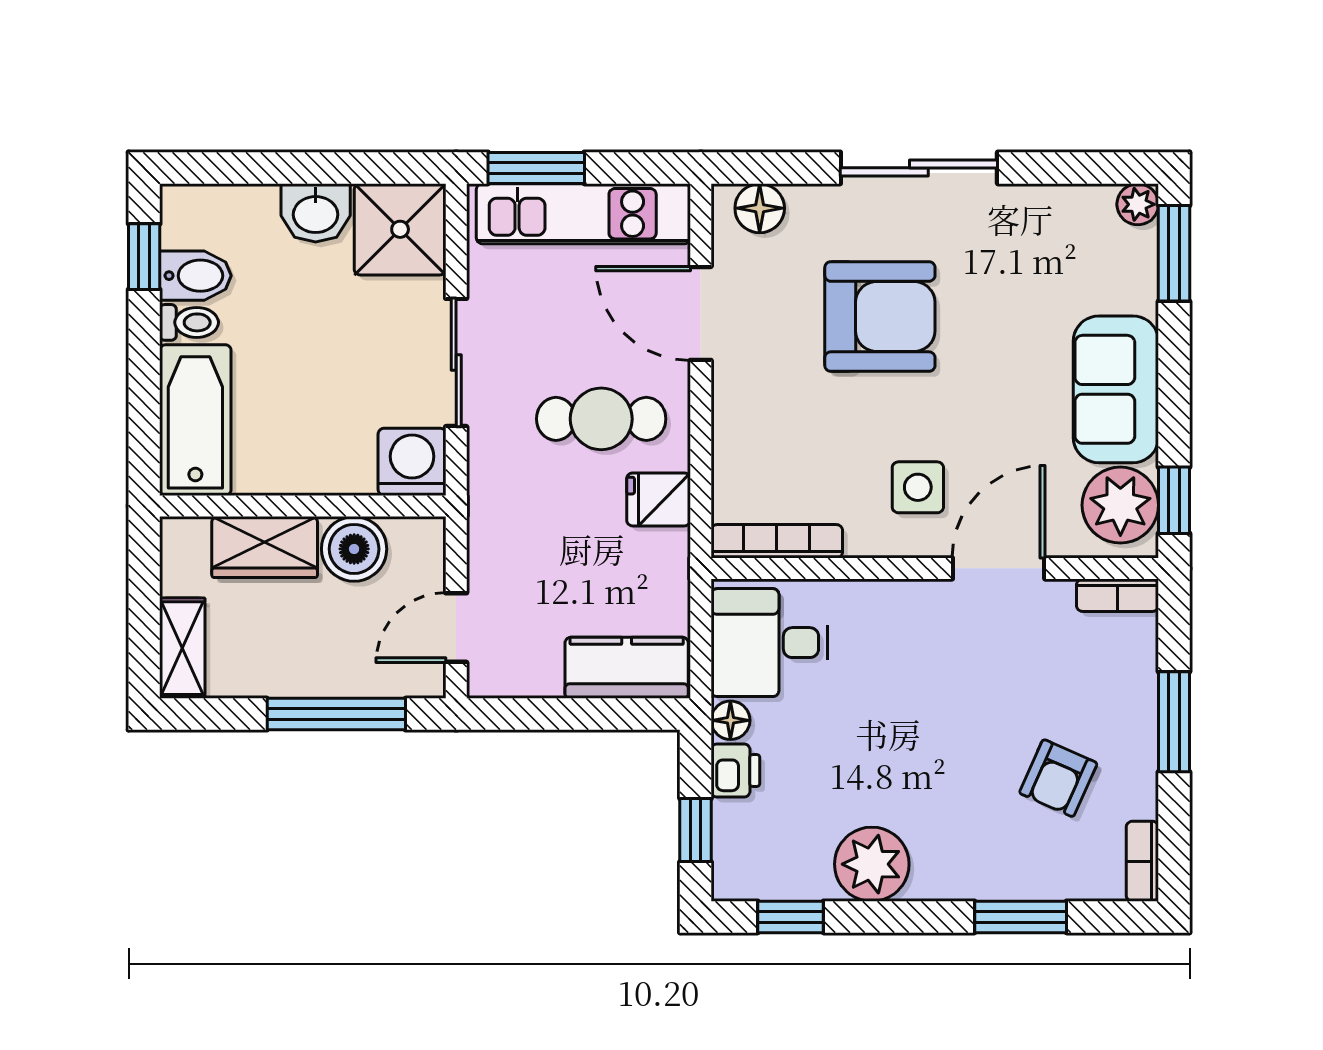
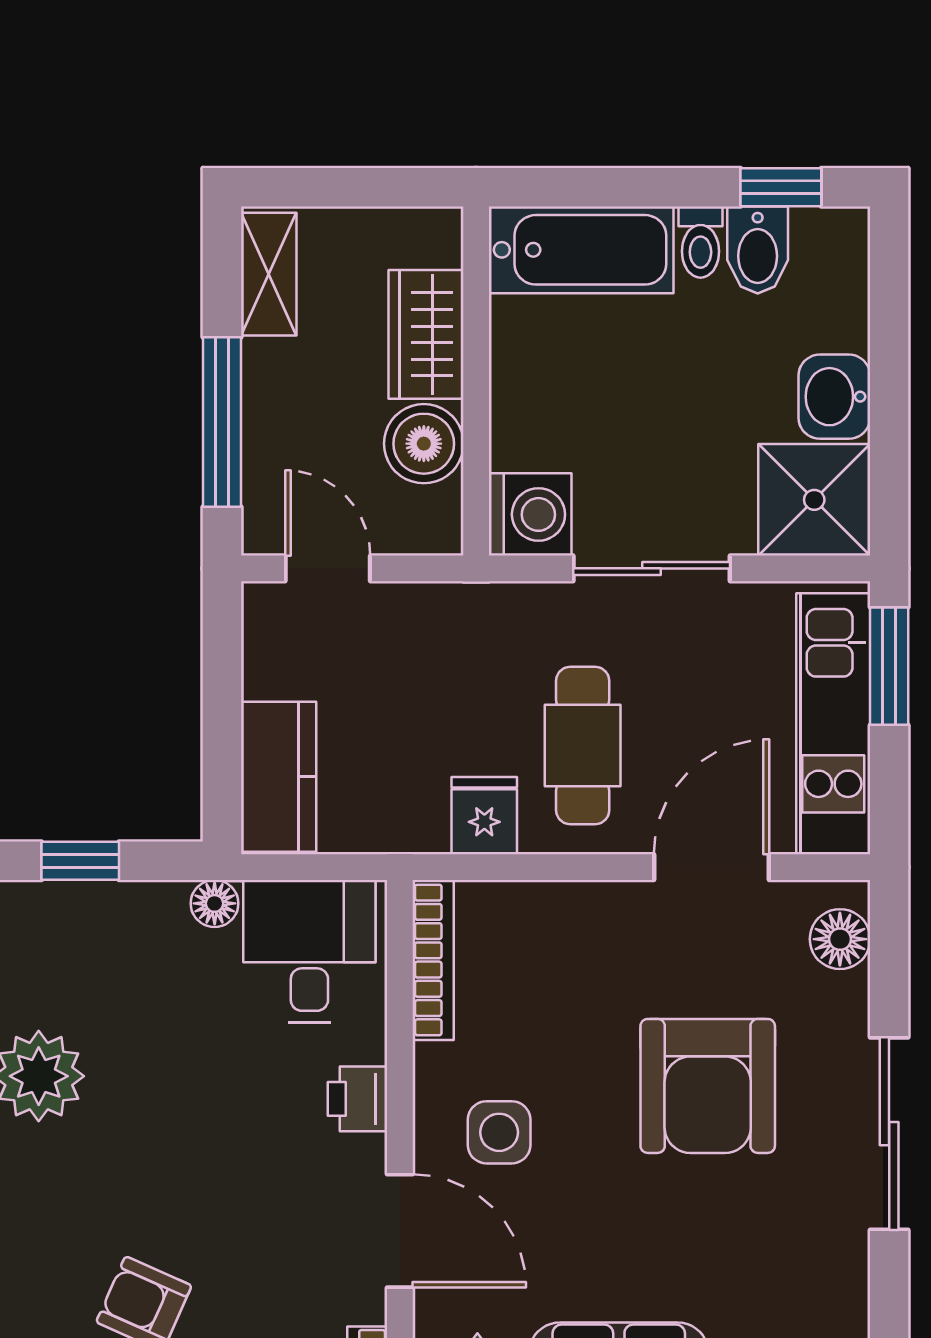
shelving: (182, 648) -> (269, 274), moved, turned 90
printer: (735, 770) -> (358, 1099), moved, turned 90

